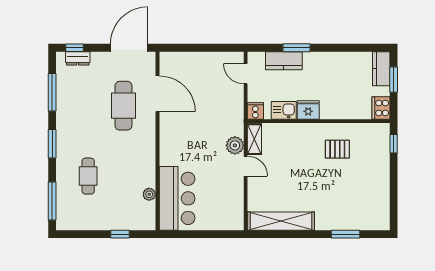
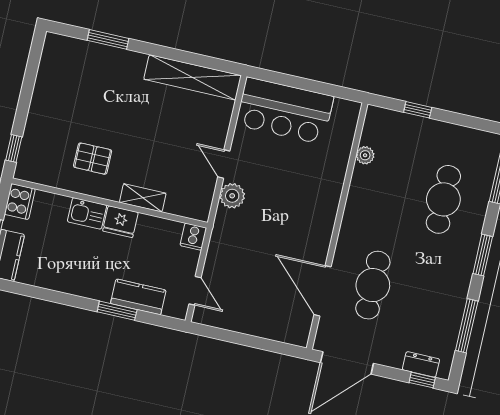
kitchen sink: (284, 110) -> (87, 213), moved
shelving: (254, 139) -> (143, 198), moved, turned 90
cafe table: (88, 176) -> (443, 199), width x1.37, depth x1.35
bar counter: (177, 198) -> (285, 111), moved, turned -90

